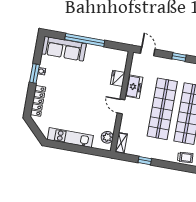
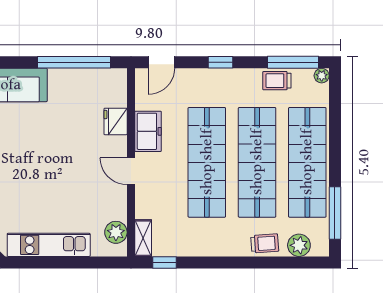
window: (85, 40) -> (74, 62), moved
door: (148, 51) -> (161, 62), swing flipped
window: (145, 161) -> (164, 262), moved

